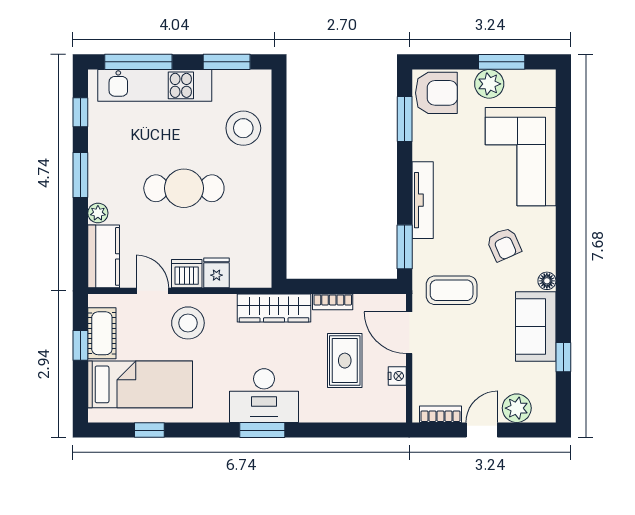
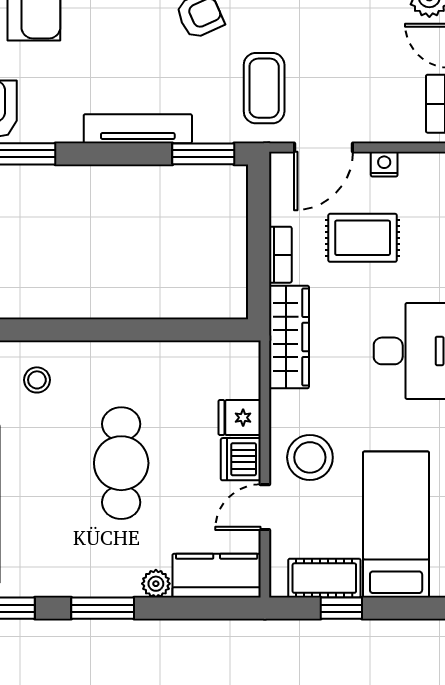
stool: (243, 128) -> (37, 380), width x0.53, depth x0.53

